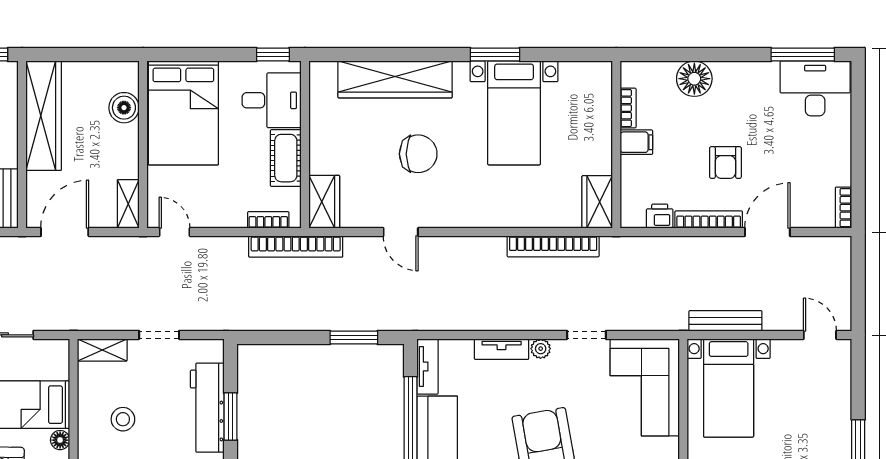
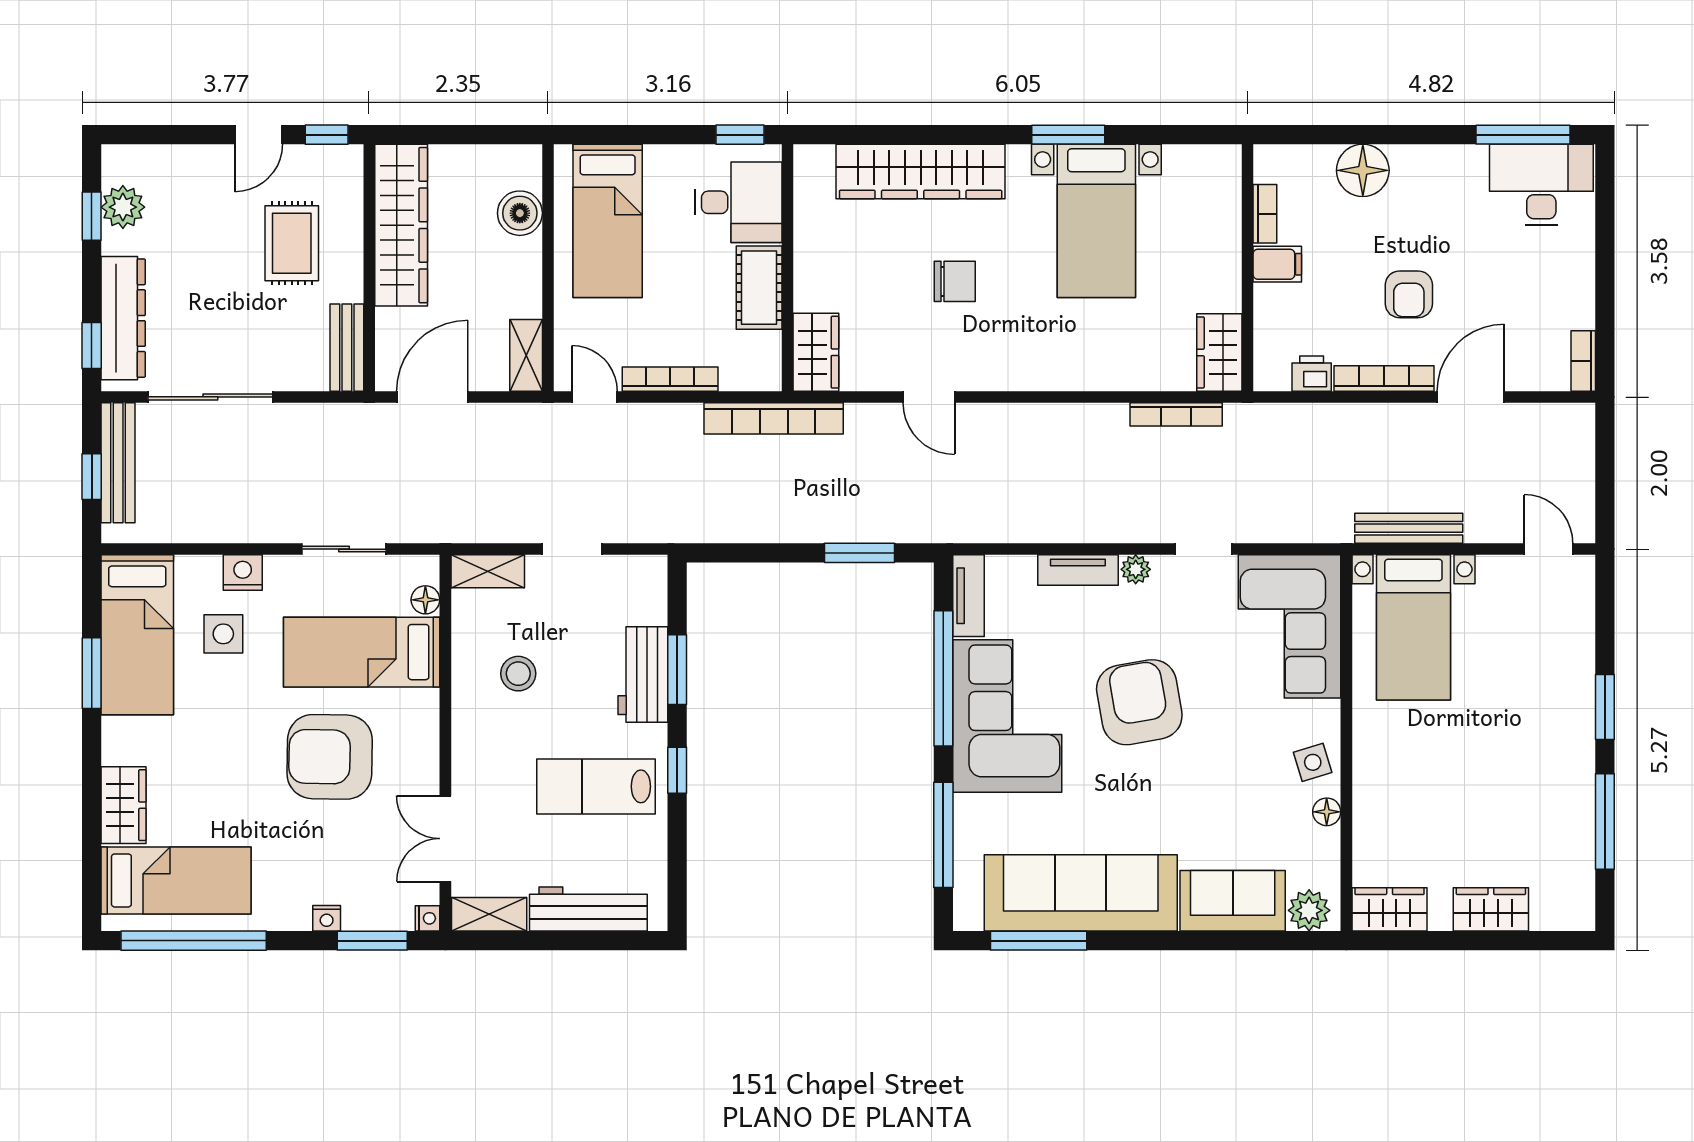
bed: (183, 113) -> (608, 221), width x0.67
chair: (418, 154) -> (955, 281), width x0.73, depth x0.73
bookcase: (268, 220) -> (670, 379), moved, width x1.56
bookcase: (553, 246) -> (1176, 414), width x0.68, depth x0.76
workbench: (207, 408) -> (643, 674), width x0.73
floor lamp: (60, 440) -> (425, 600), moved

